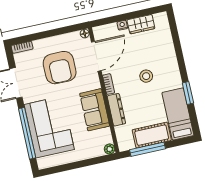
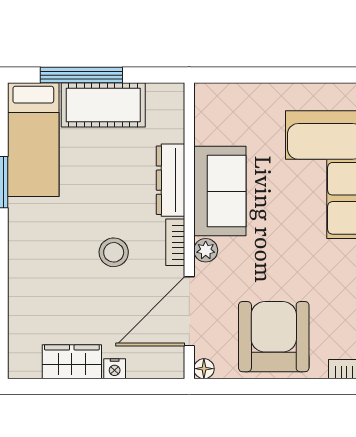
armchair: (60, 68) -> (274, 337), moved
stool: (146, 76) -> (114, 252), moved
plant: (110, 149) -> (206, 250), moved
window: (148, 149) -> (81, 75), moved

